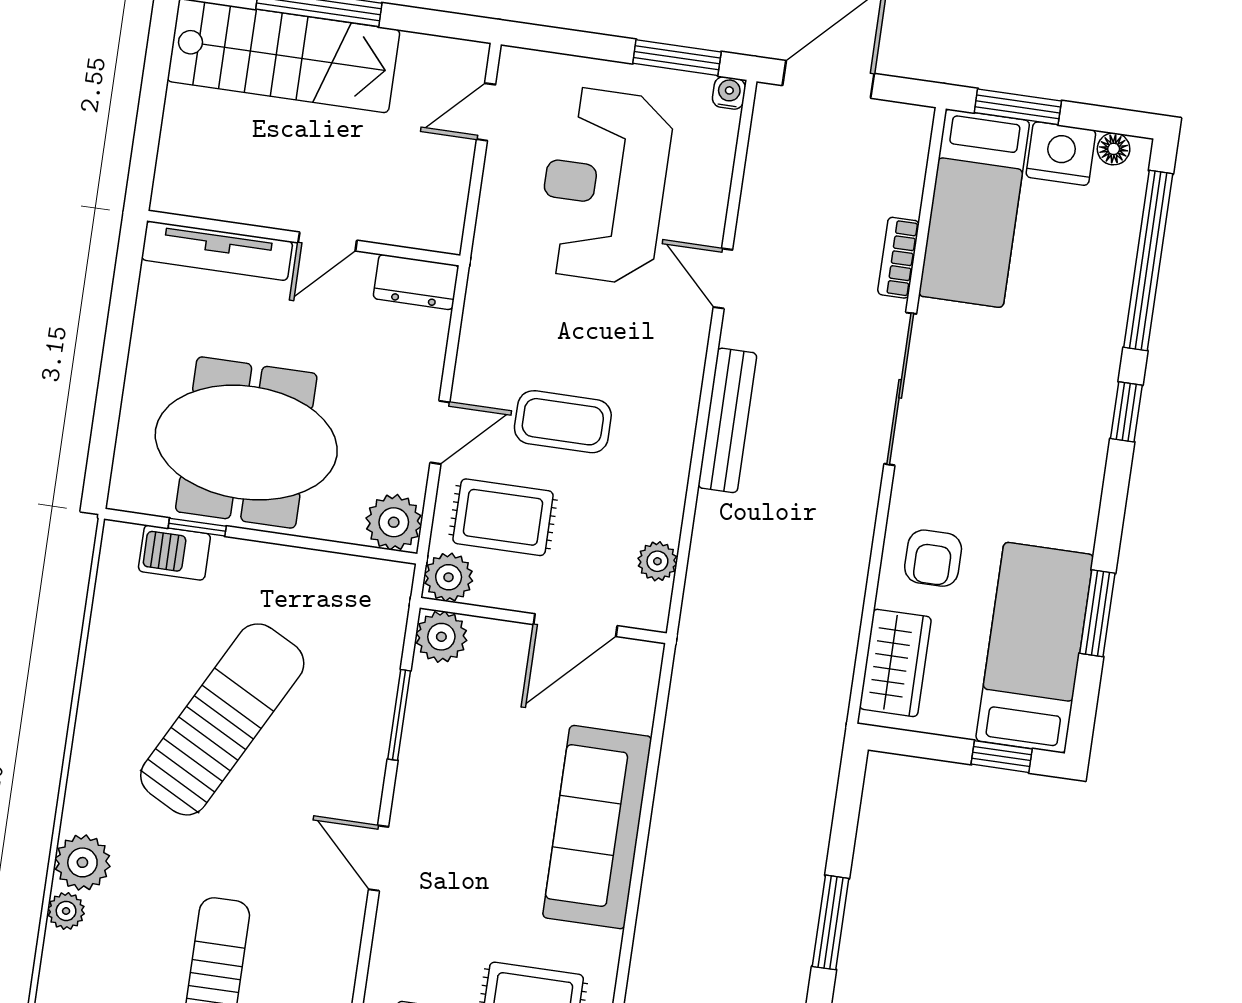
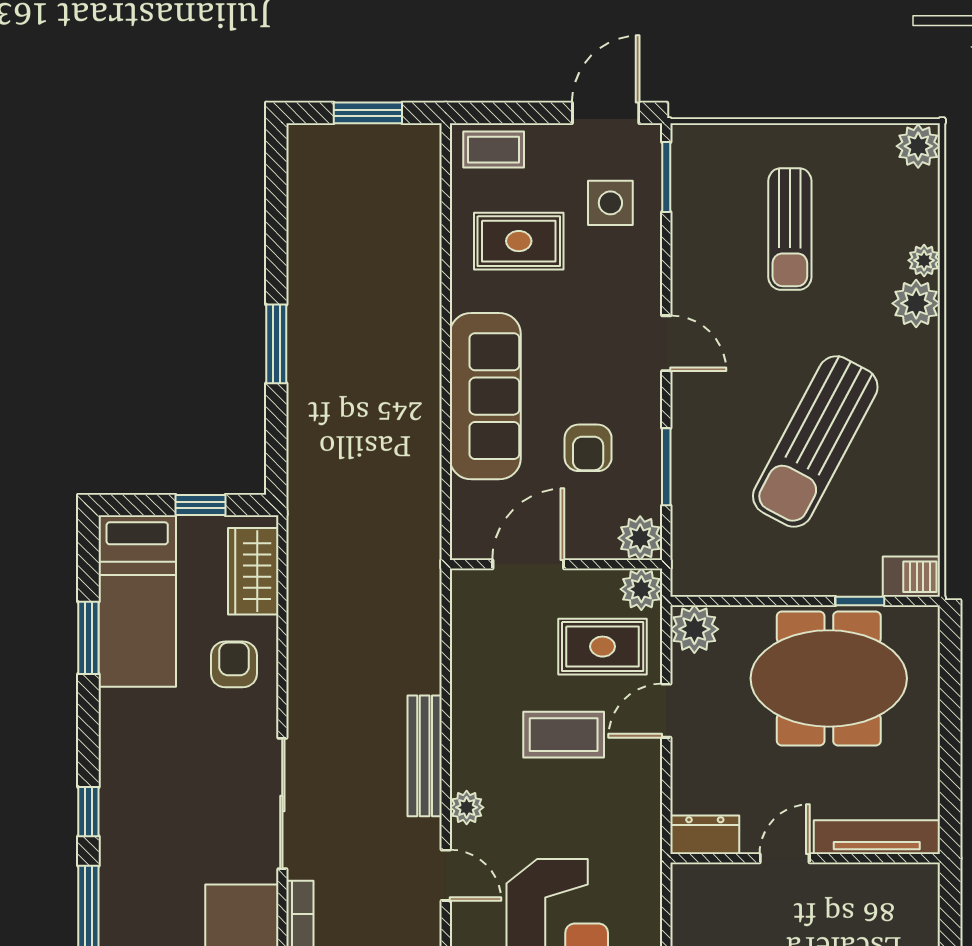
barbecue: (174, 553) -> (911, 577), moved
plant: (657, 561) -> (467, 807), moved
armchair: (487, 750) -> (588, 448), added
window: (1002, 757) -> (200, 505), moved

